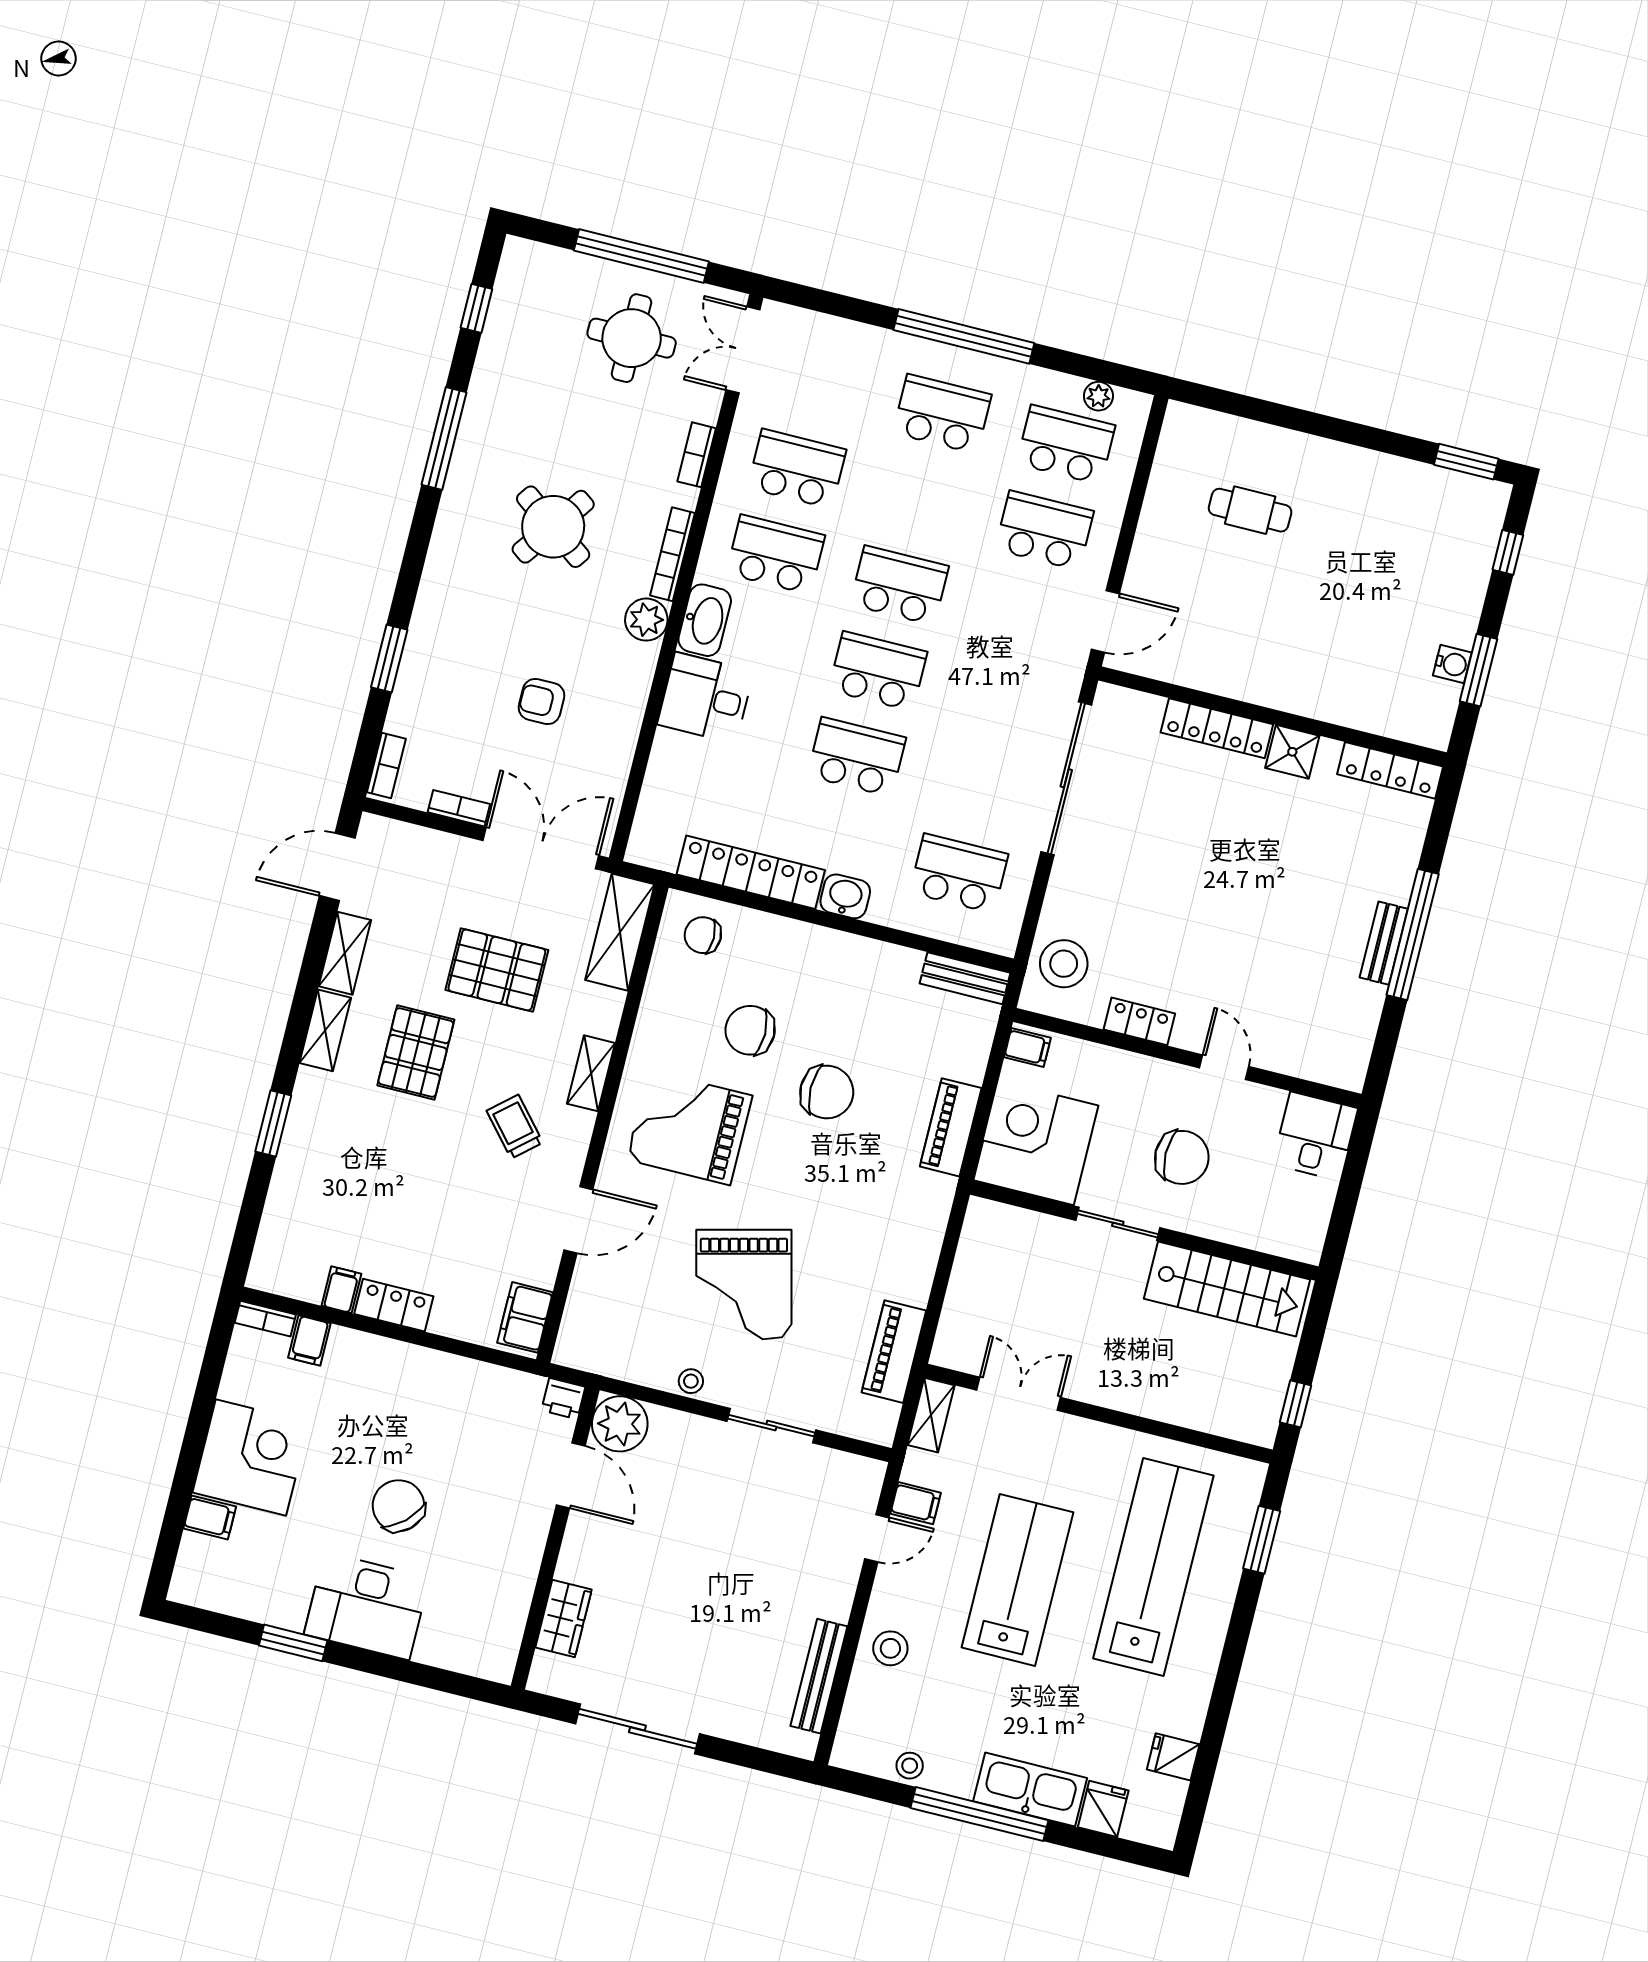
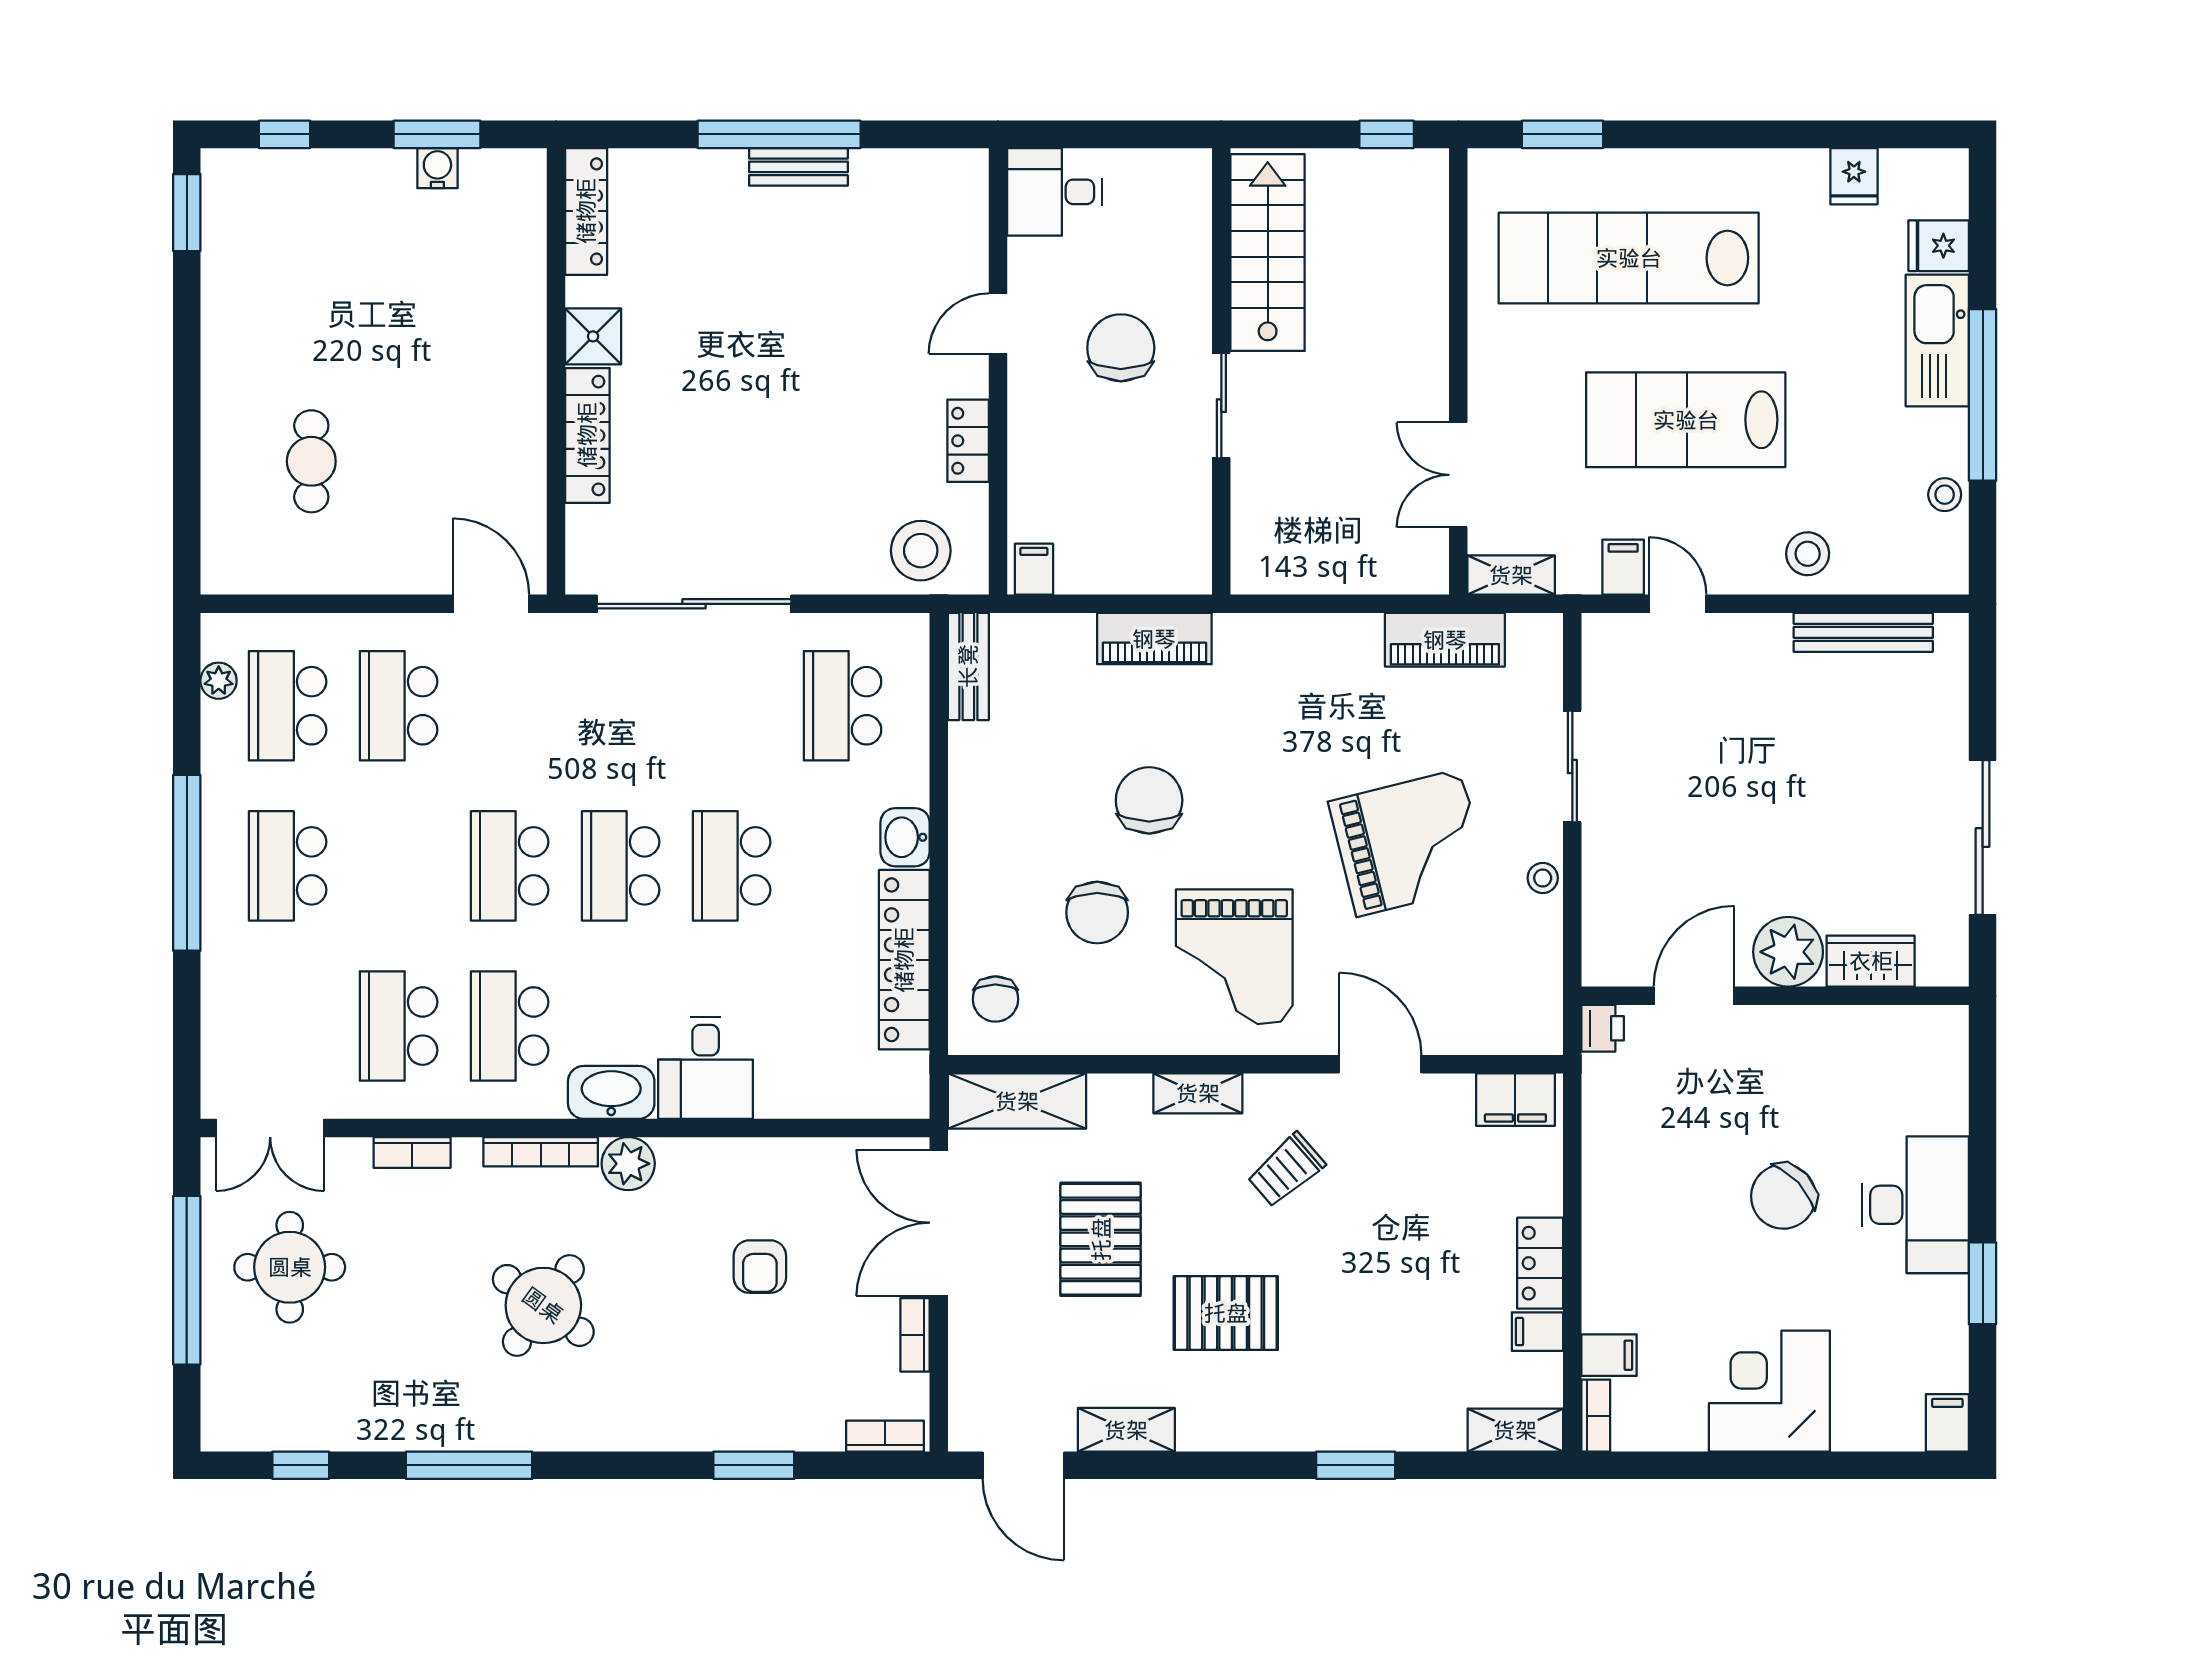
shelving: (325, 1030) -> (1515, 1430), moved
corner desk: (1036, 1143) -> (1147, 530), removed
plant: (620, 1424) -> (1788, 952), moved
filing cabinet: (210, 1517) -> (1947, 1423), moved

